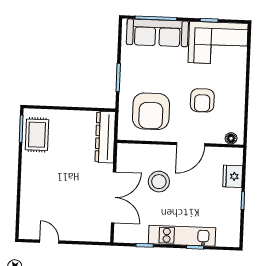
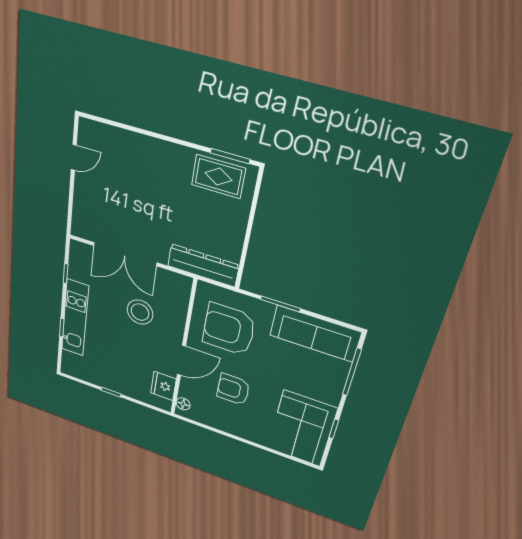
sofa: (157, 33) -> (315, 334), moved, turned -90
door: (191, 144) -> (181, 360), swing flipped
fridge: (233, 176) -> (163, 386), moved, turned -90

